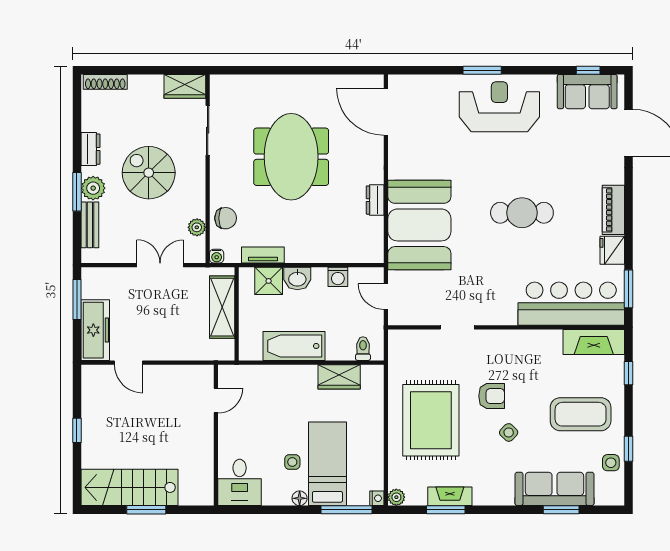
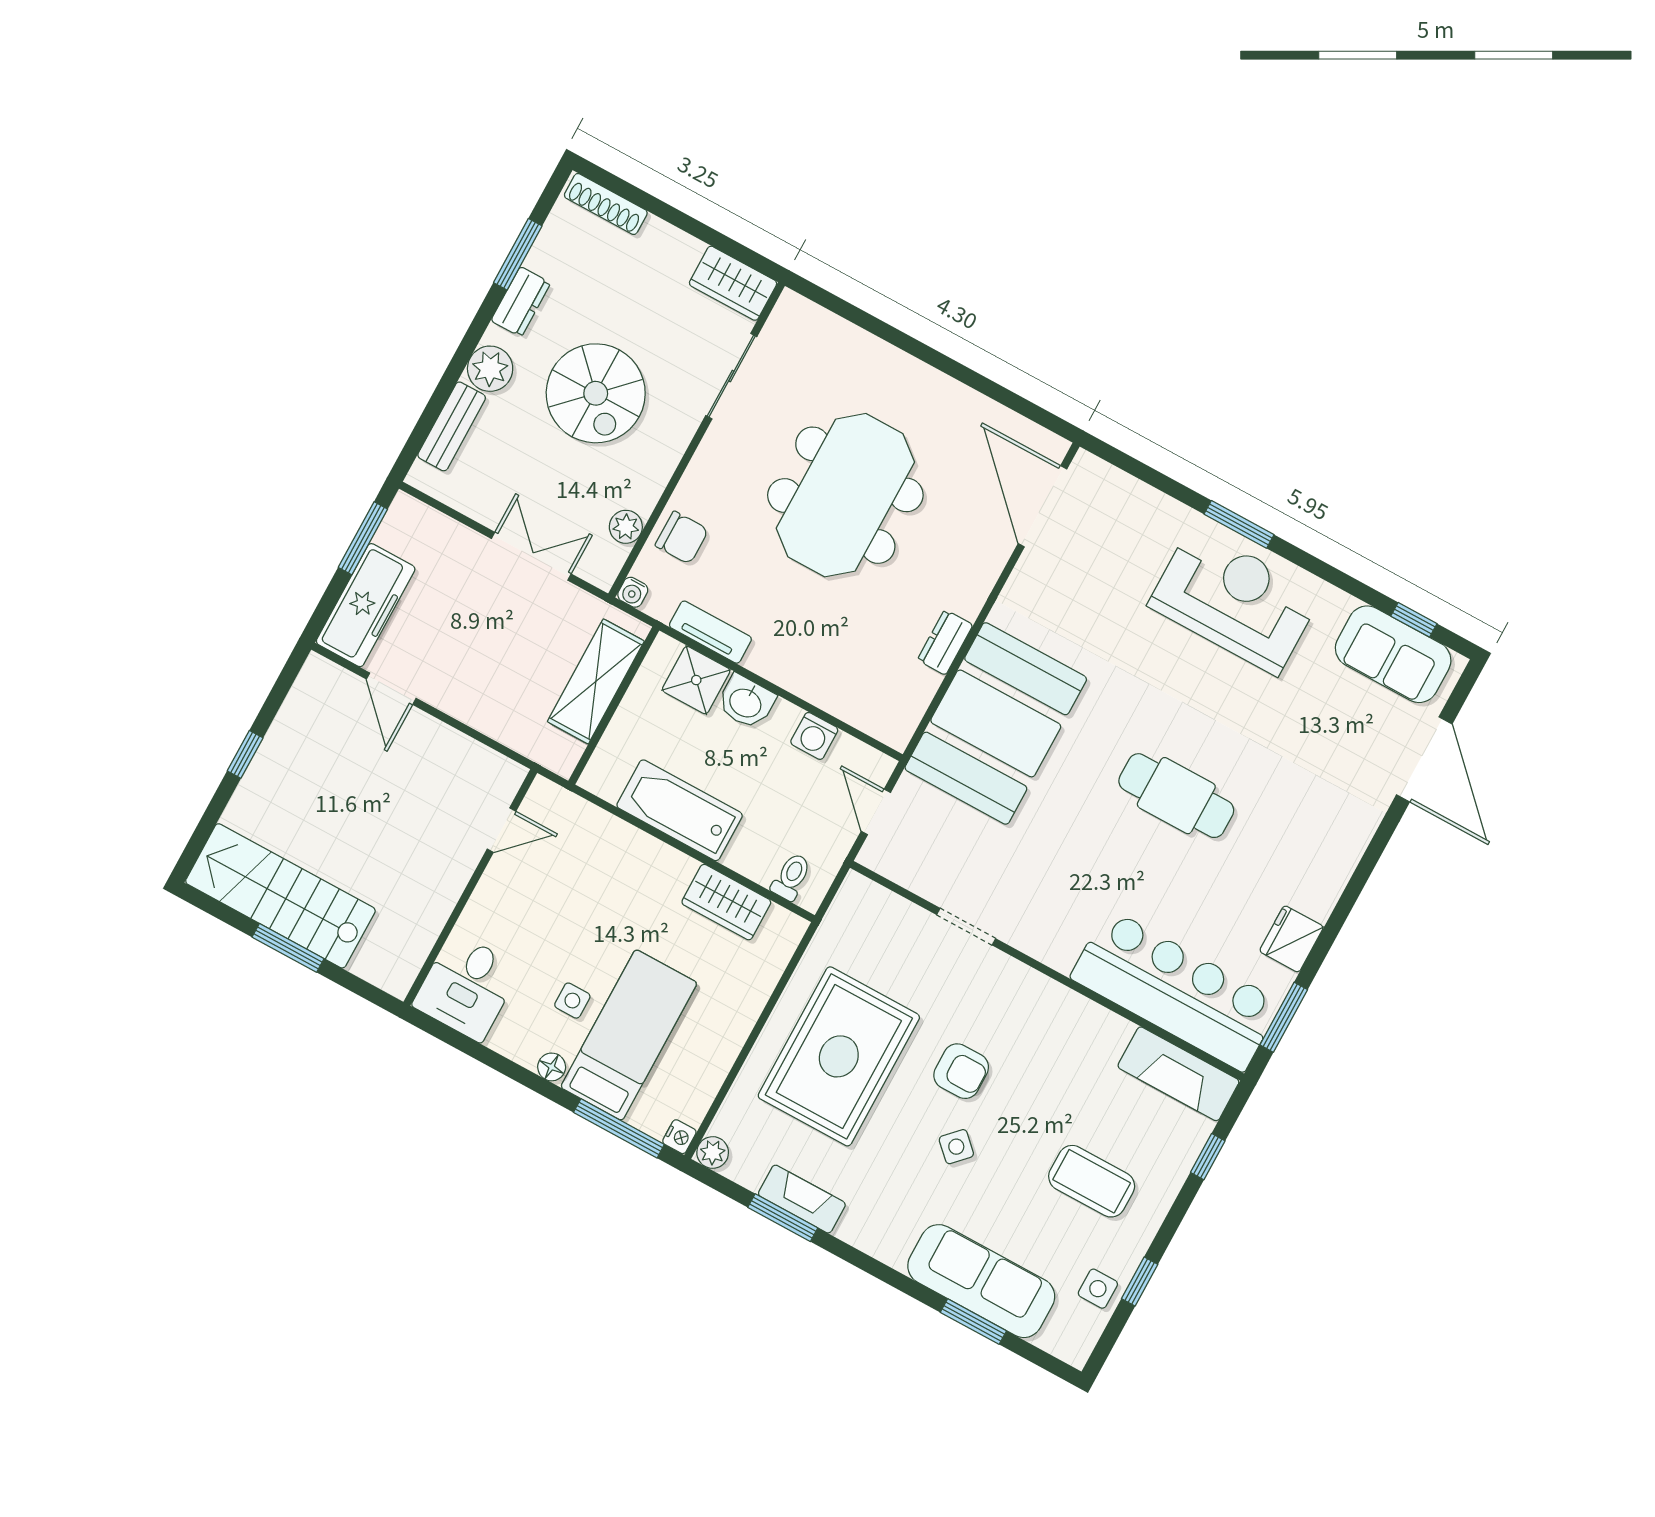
spiral stairs: (149, 173) -> (596, 393), turned 180
window: (77, 192) -> (518, 254), moved
piano: (613, 210) -> (1330, 873), removed
coffee table: (581, 414) -> (1092, 1181), width x0.73, depth x0.76

